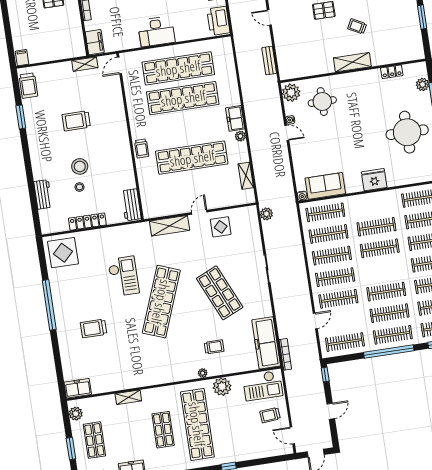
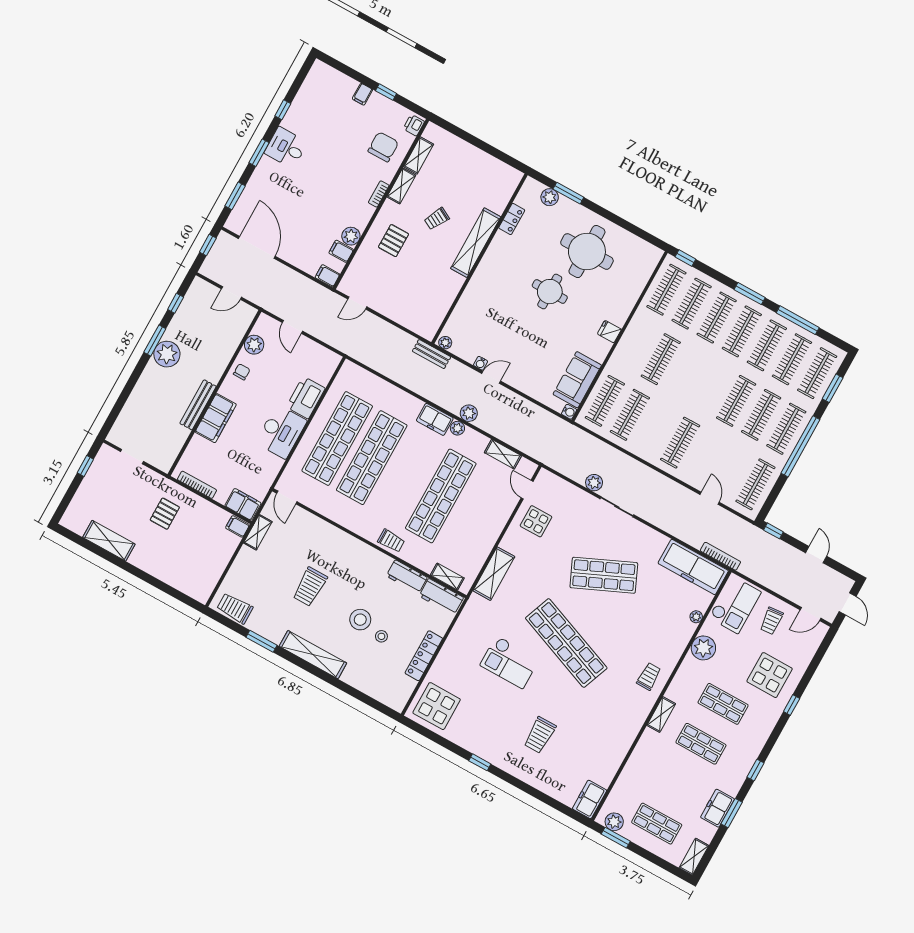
window: (422, 17) -> (479, 144), removed
printer: (218, 21) -> (306, 398), moved, turned 90
filing cabinet: (22, 58) -> (237, 526), moved
bench: (269, 61) -> (432, 354), moved
shelving: (352, 62) -> (476, 243), width x1.47
trolley: (28, 86) -> (235, 608), turned 180
plant: (291, 93) -> (445, 343), width x0.53, depth x0.53
round table: (322, 102) -> (550, 292), moved
plant: (255, 136) -> (469, 413), added
shelving: (37, 154) -> (313, 655), added
fridge: (374, 180) -> (609, 332), width x0.53, depth x0.75
workbench: (43, 194) -> (407, 577), moved, turned 180
shelving: (146, 199) -> (447, 577), added
door: (199, 212) -> (527, 490), moved
plant: (266, 214) -> (594, 483), moved
clothes rail: (380, 248) -> (686, 373), removed
clothes rail: (332, 256) -> (655, 429), removed
checkout: (123, 276) -> (510, 662), turned 180
clothes rail: (338, 299) -> (705, 457), removed
window: (49, 305) -> (480, 762), width x0.32
trolley: (214, 347) -> (649, 676), moved
plant: (203, 373) -> (696, 617), moved
shelving: (128, 397) -> (661, 715), moved
shop shelf: (197, 424) -> (723, 704), width x0.50, depth x0.74
display table: (236, 439) -> (770, 675), added
window: (71, 449) -> (616, 838), moved

